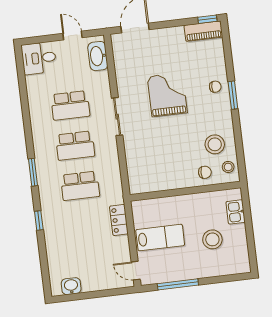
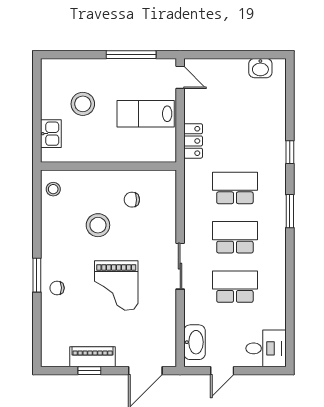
window: (207, 19) -> (89, 371), moved
piano: (203, 31) -> (93, 357), moved
door: (72, 36) -> (222, 371), hinge flipped
stool: (215, 144) -> (98, 225), moved
chair: (205, 172) -> (132, 200), moved

